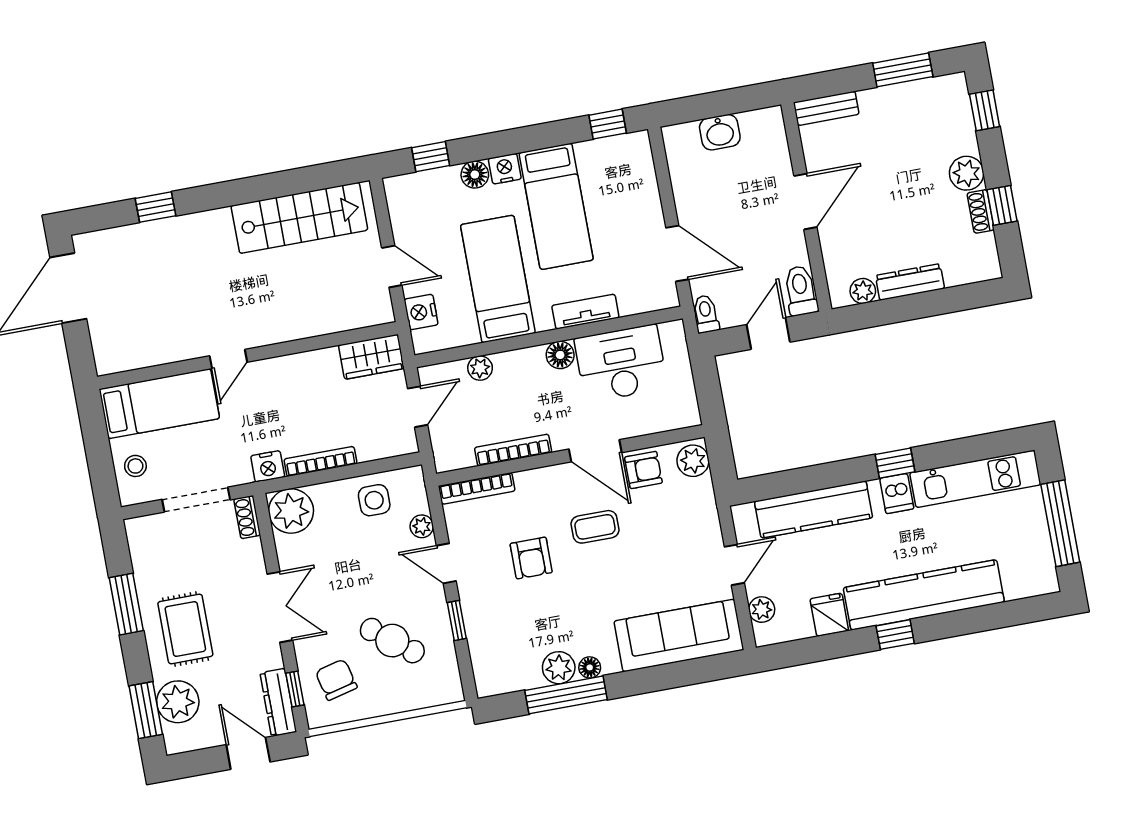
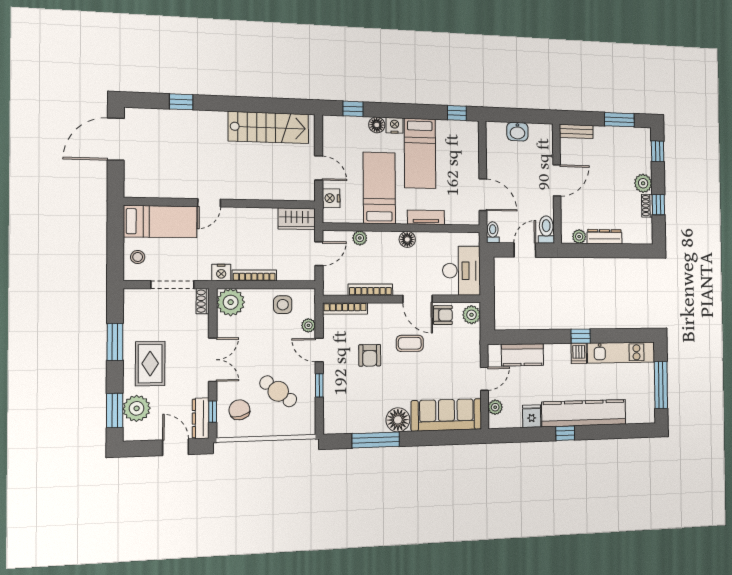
desk: (621, 363) -> (461, 271), moved, turned 90
kitchen counter: (814, 510) -> (522, 355), width x0.67
floor lamp: (590, 667) -> (398, 420), width x1.89, depth x1.89
plant: (559, 668) -> (374, 423), removed

